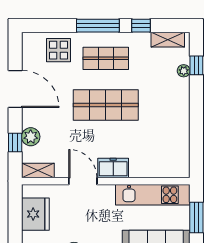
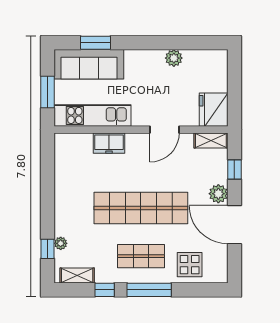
shop shelf: (106, 105) -> (141, 208), width x1.40
plant: (31, 137) -> (218, 194), moved
freezer: (113, 168) -> (109, 143), moved
door: (83, 181) -> (165, 130), hinge flipped
fridge: (35, 214) -> (214, 110), moved

